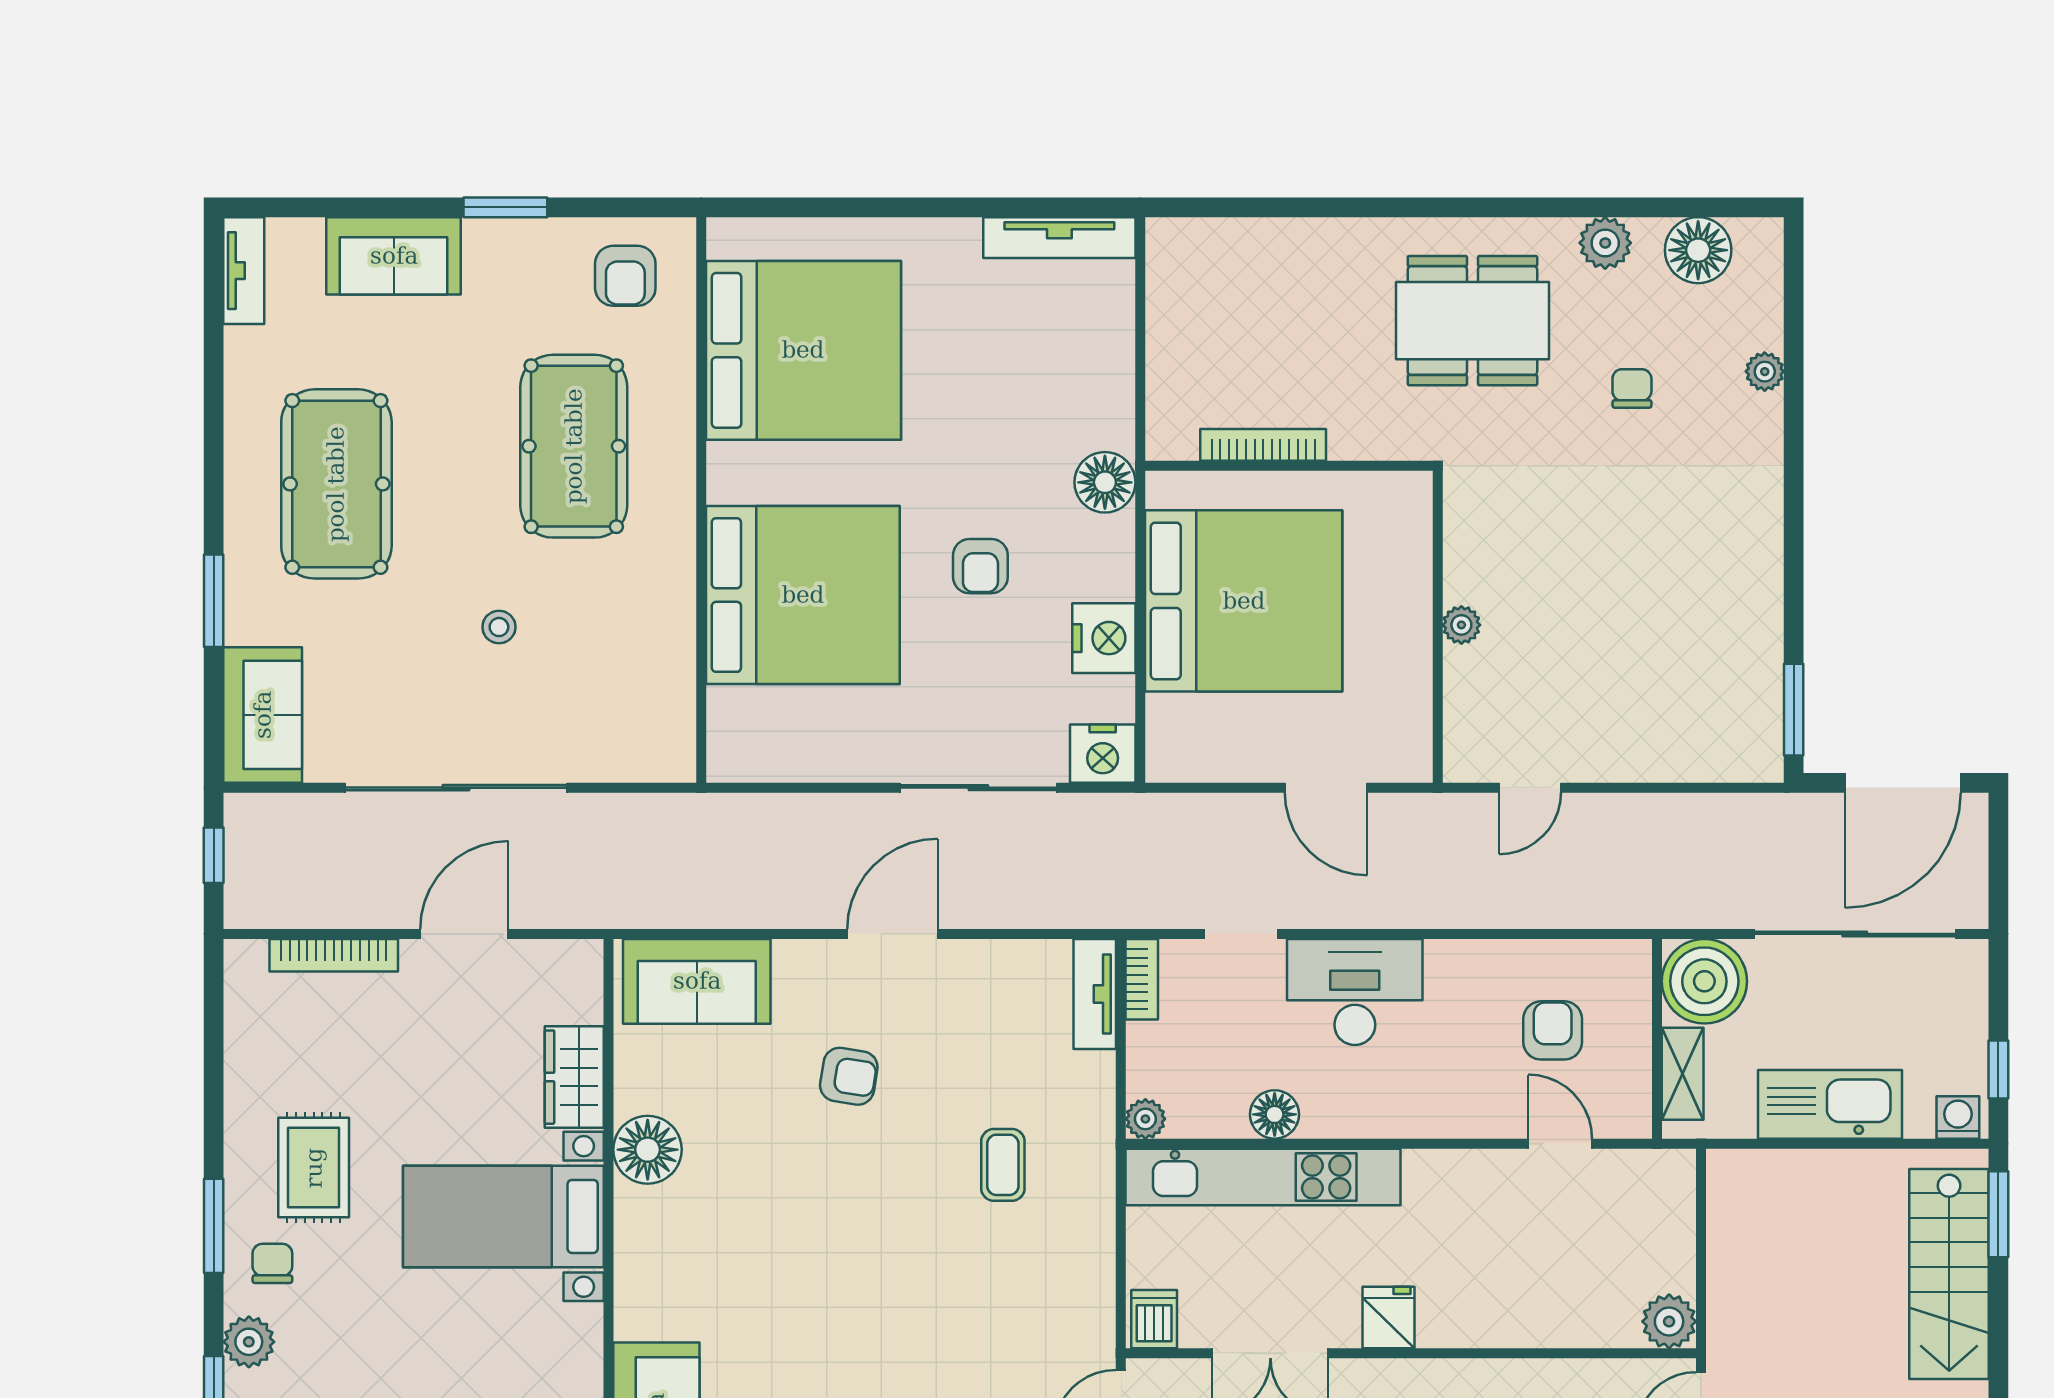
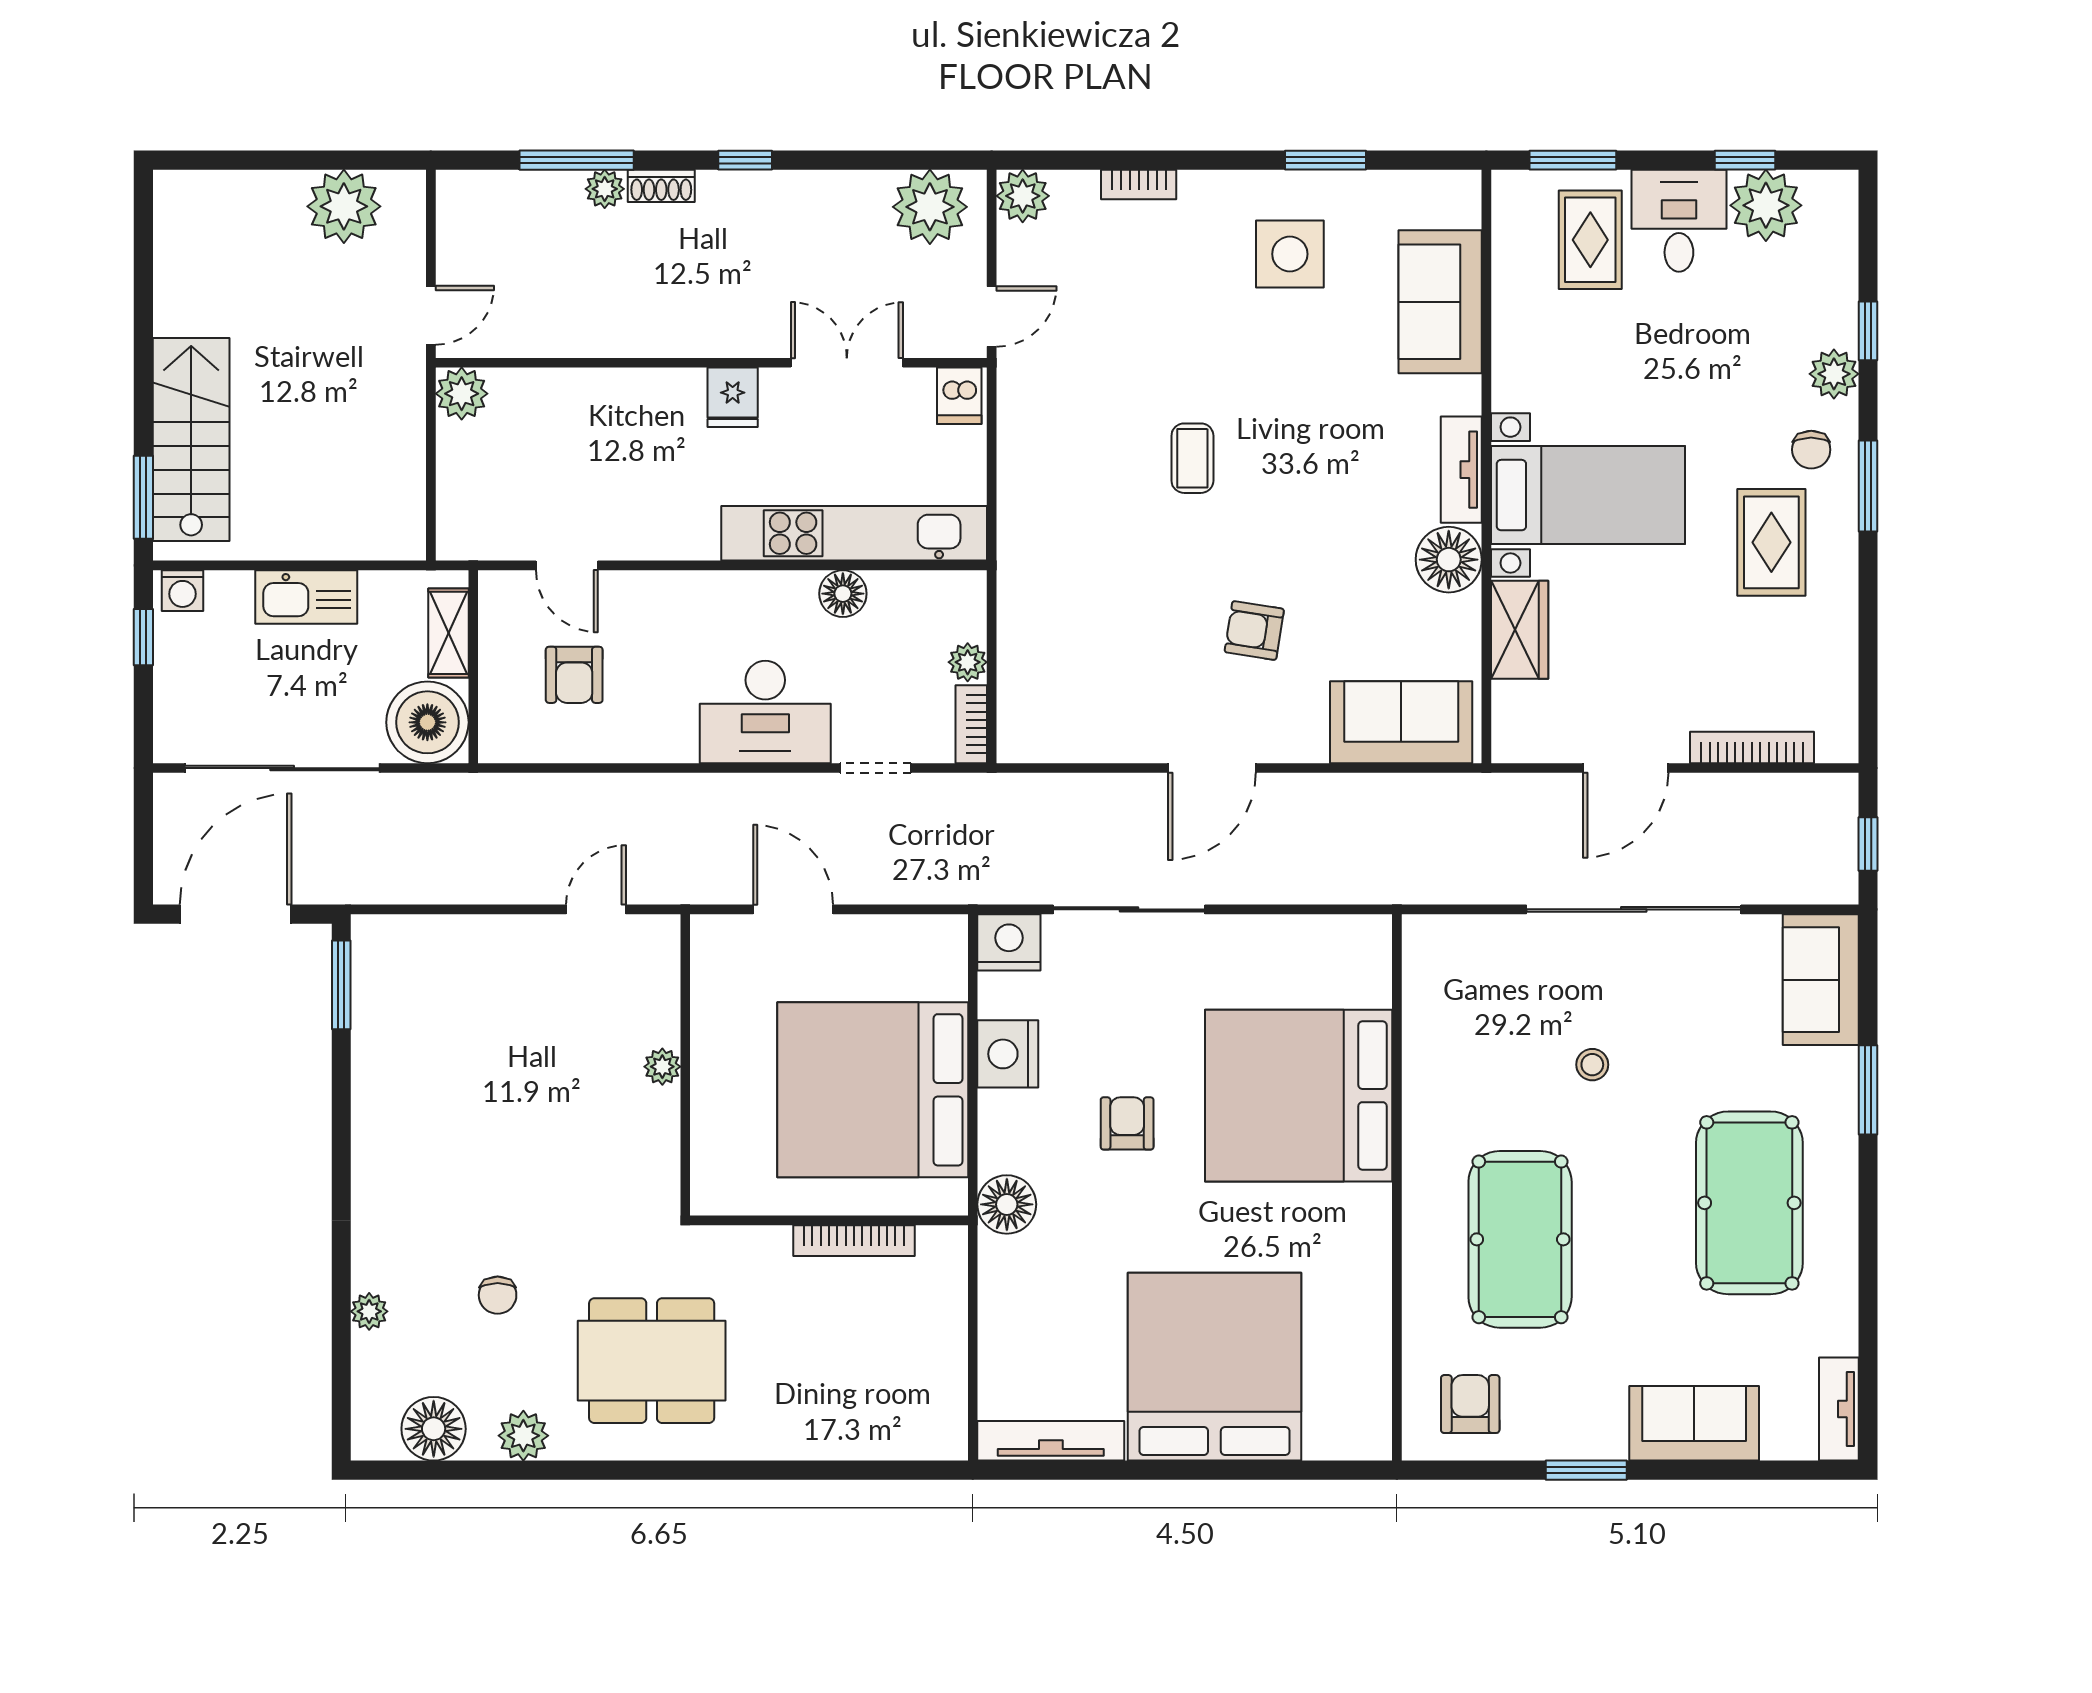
bed: (803, 350) -> (1214, 1367), moved, turned 90
tv unit: (1095, 994) -> (1461, 470), moved, turned 180
kitchen sink: (1830, 1104) -> (306, 597), width x0.73, depth x0.81
plant: (1145, 1119) -> (968, 662), moved
coffee table: (1003, 1165) -> (1192, 458), moved

